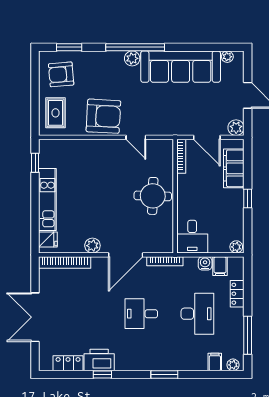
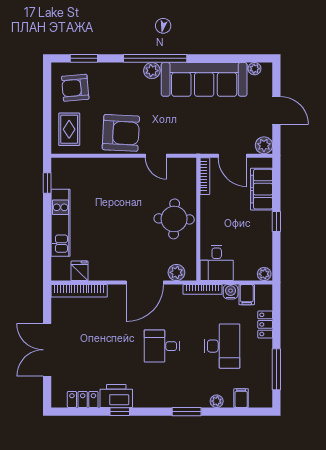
fridge: (48, 240) -> (80, 271), moved, turned -90
plant: (92, 246) -> (176, 272), moved
bookcase: (165, 261) -> (203, 289), moved
plant: (233, 365) -> (217, 401), moved

